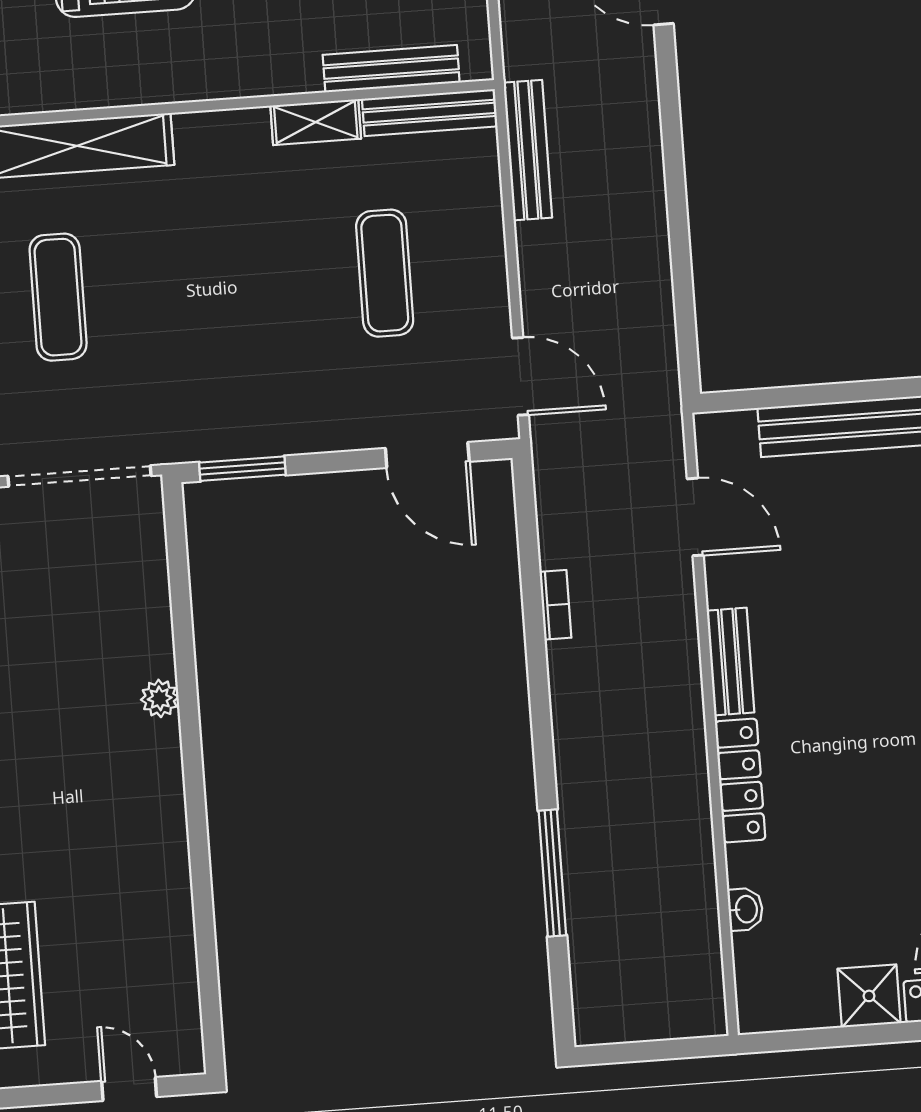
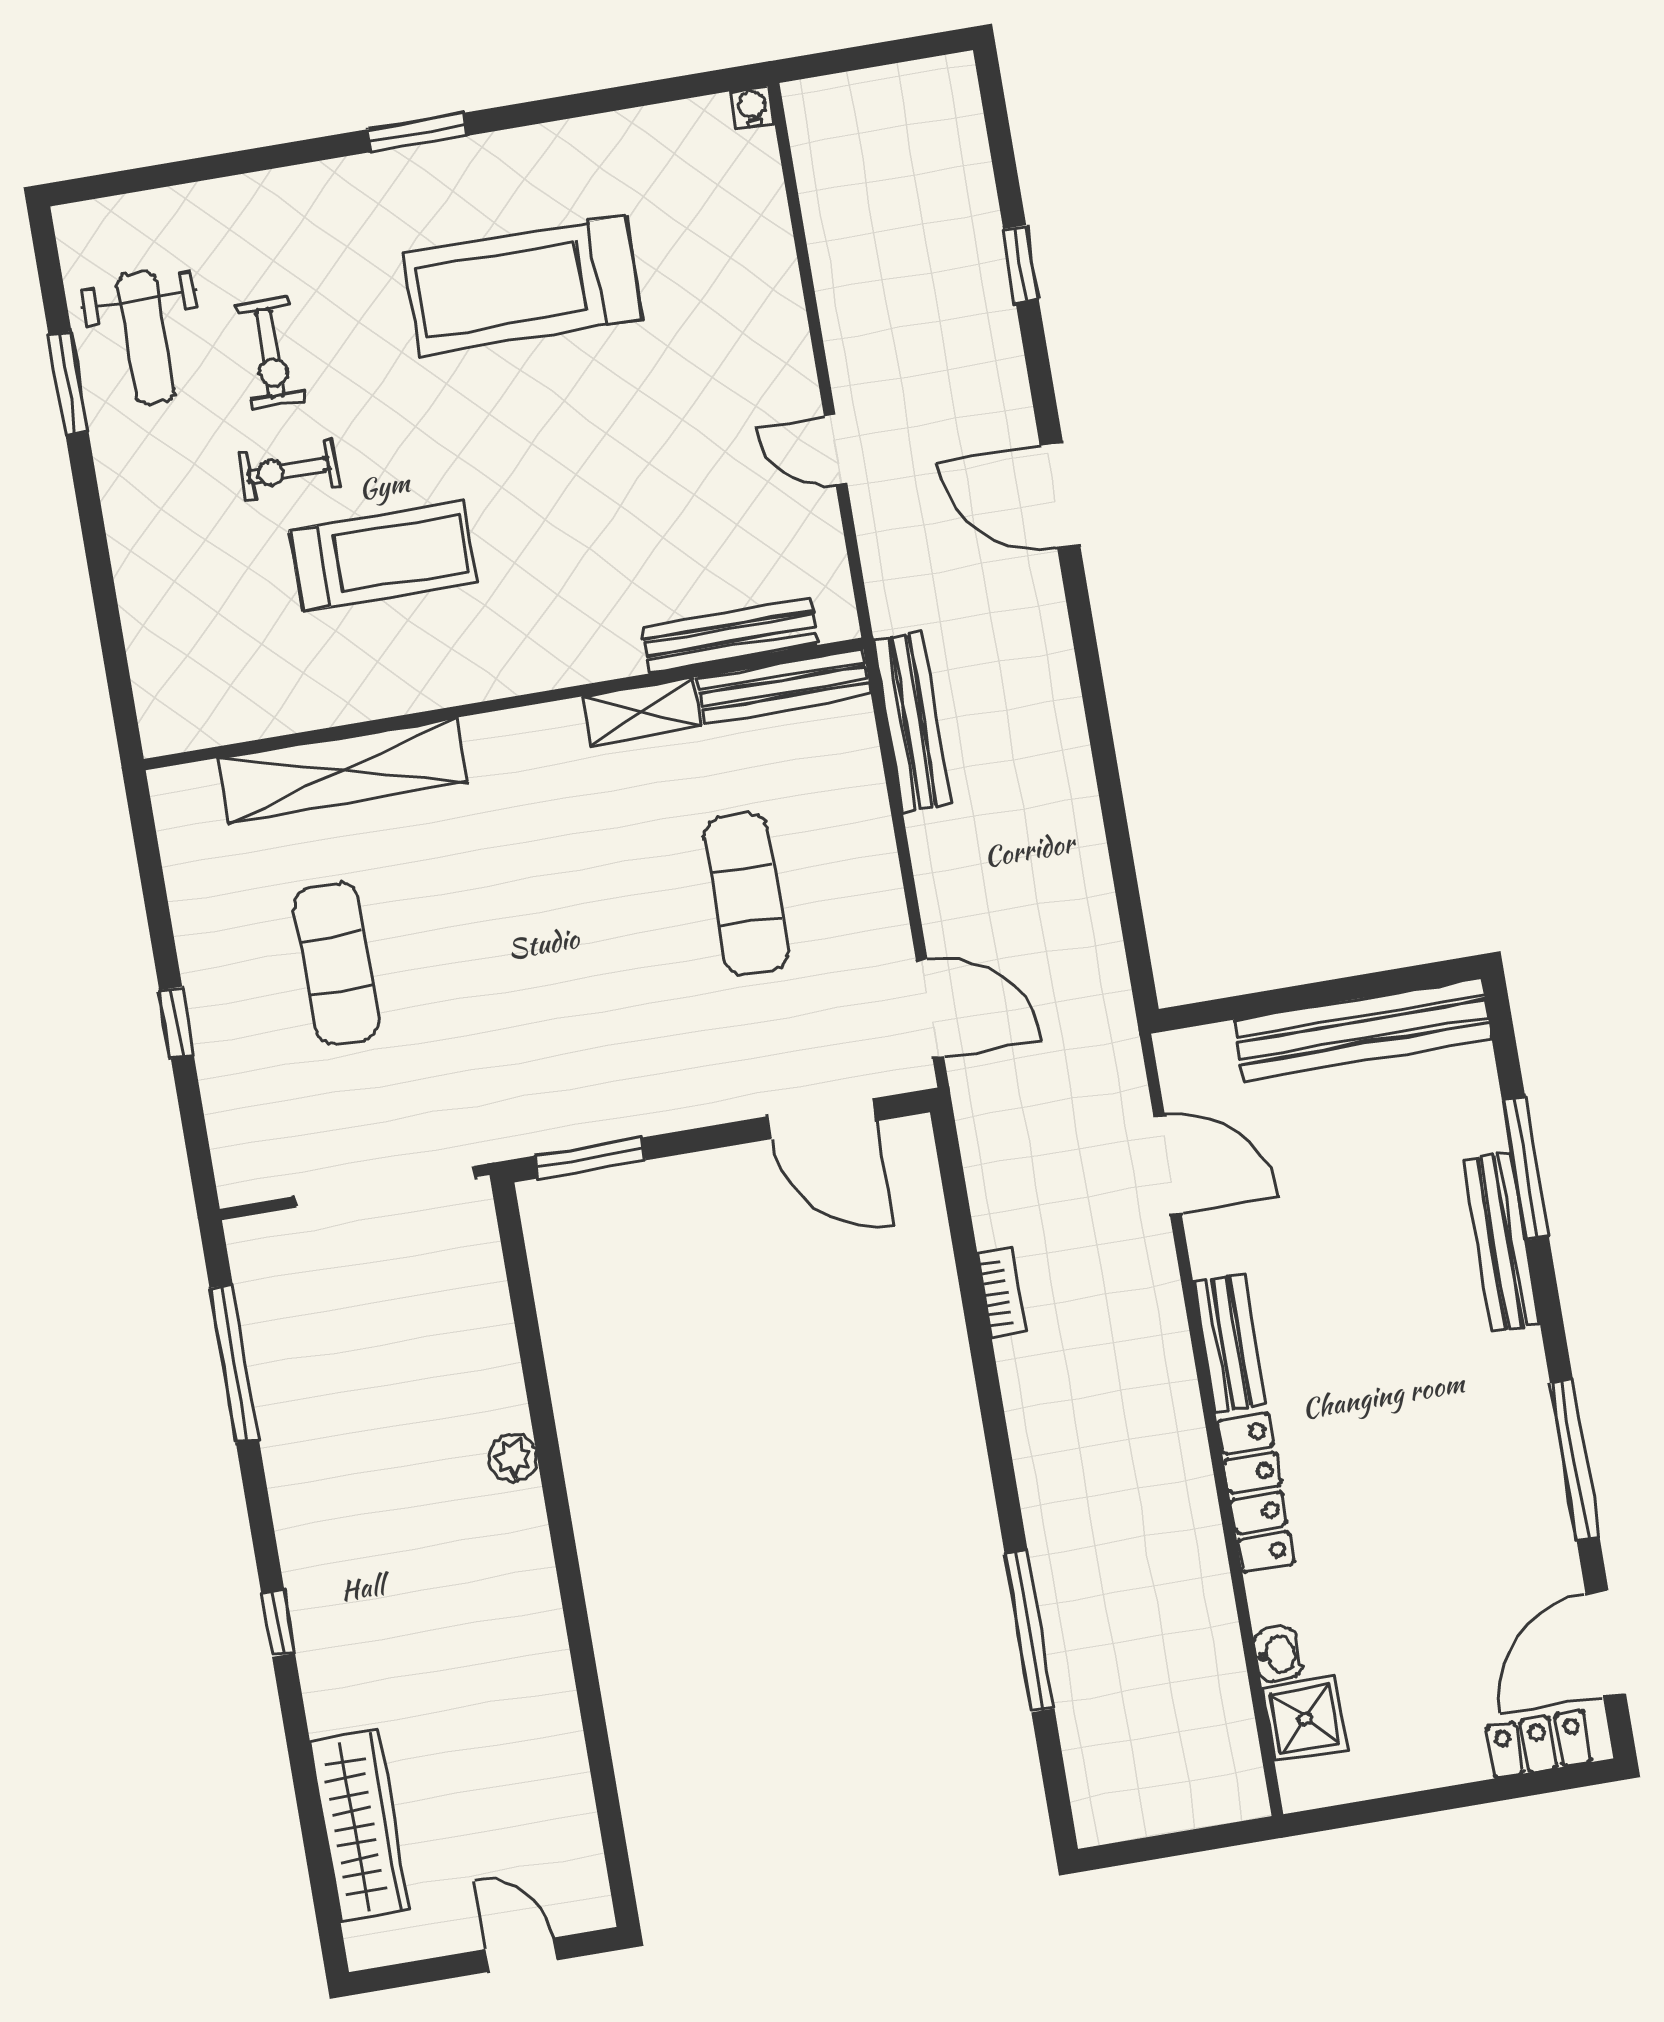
shower: (869, 996) -> (1305, 1719), moved

